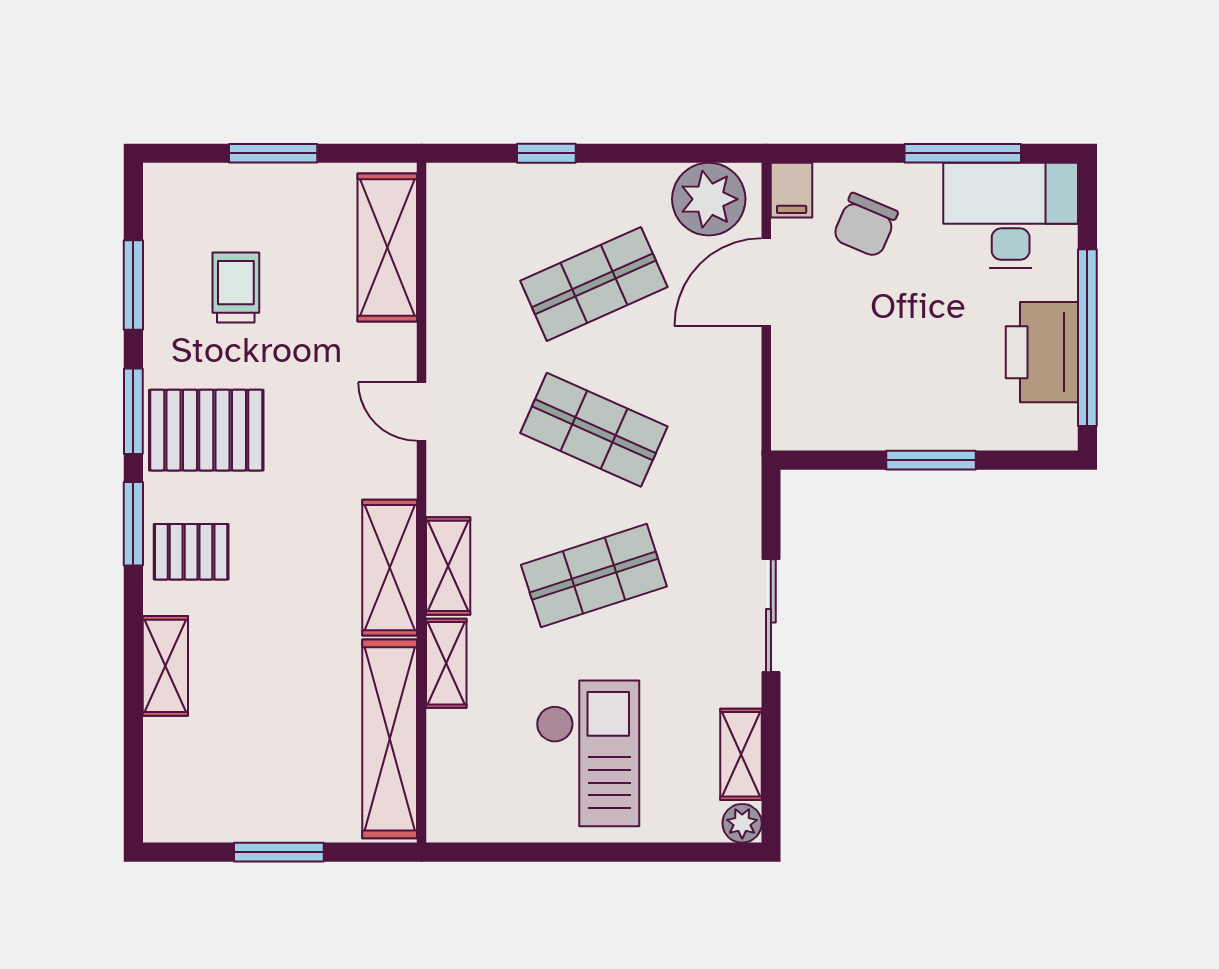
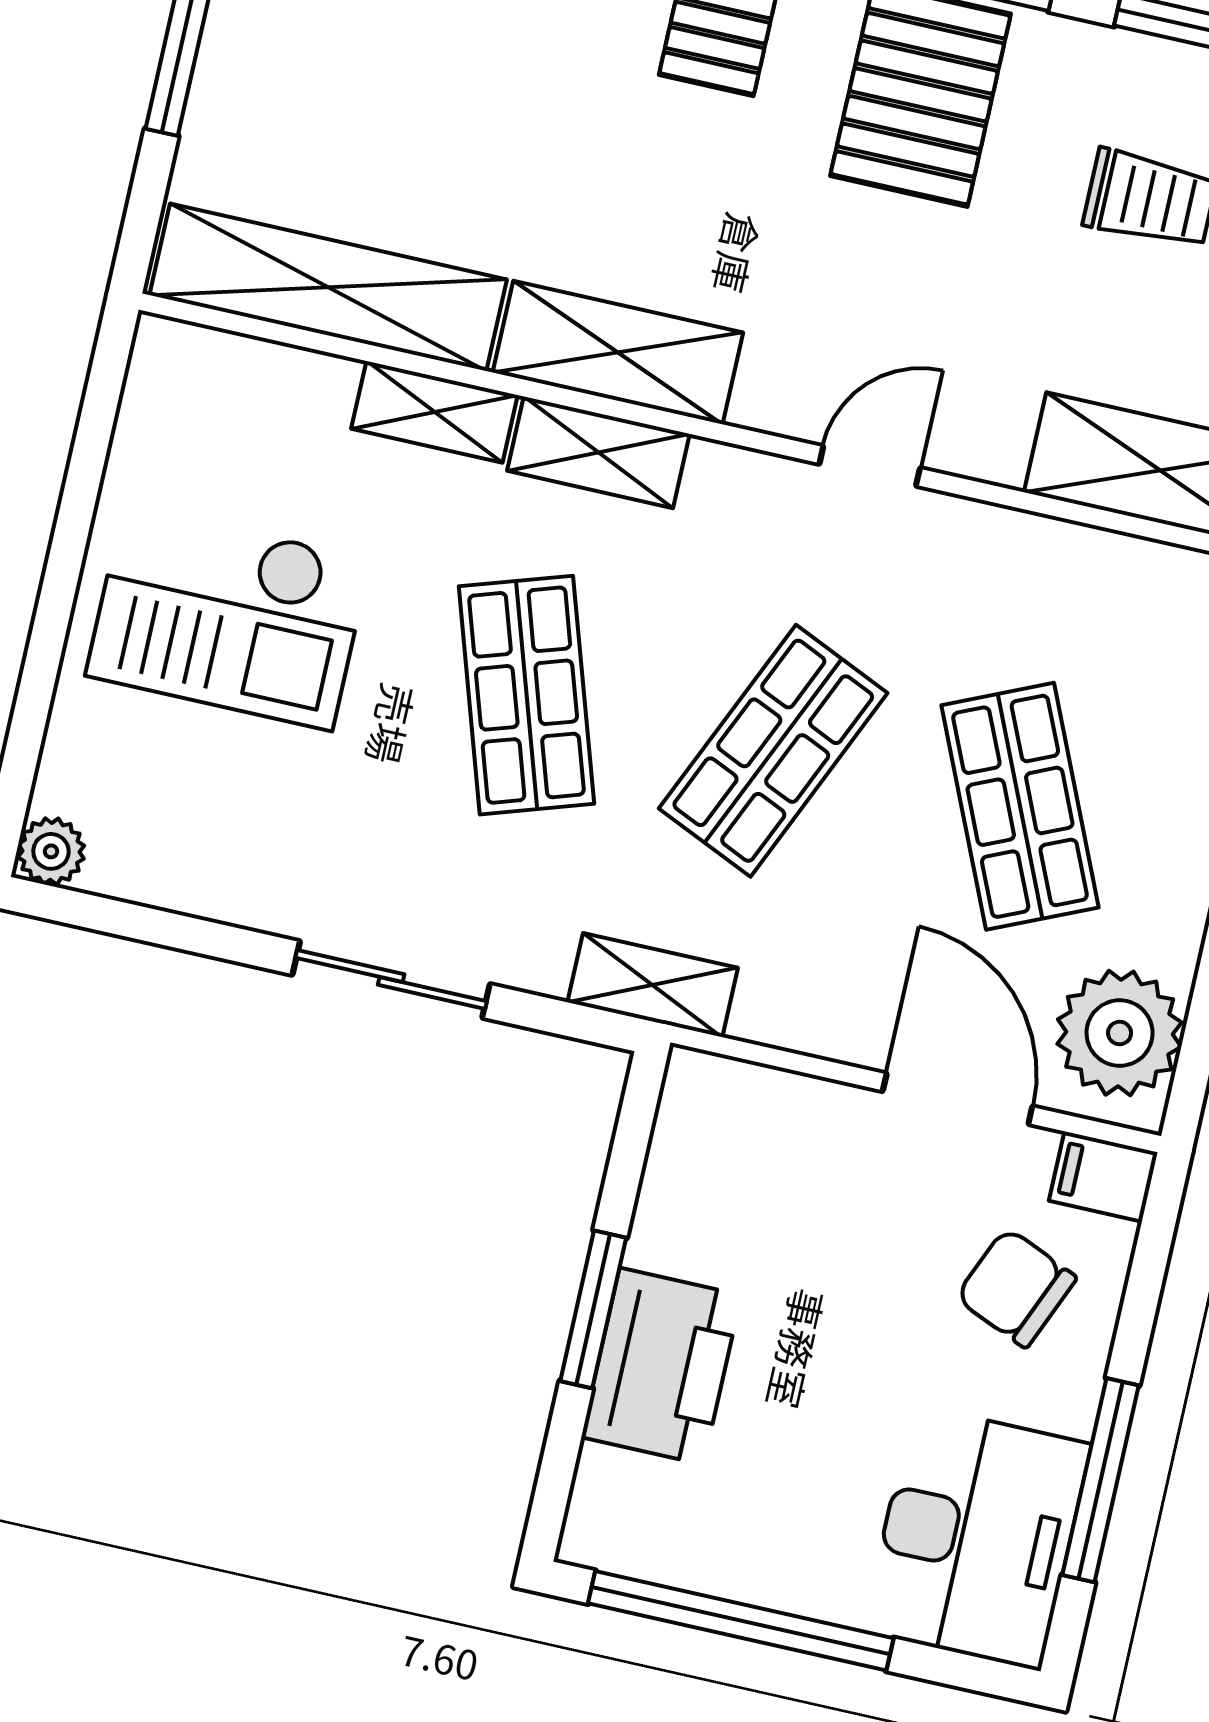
printer: (1042, 352) -> (661, 1366), moved, turned 90
shelving: (741, 754) -> (653, 985), moved

